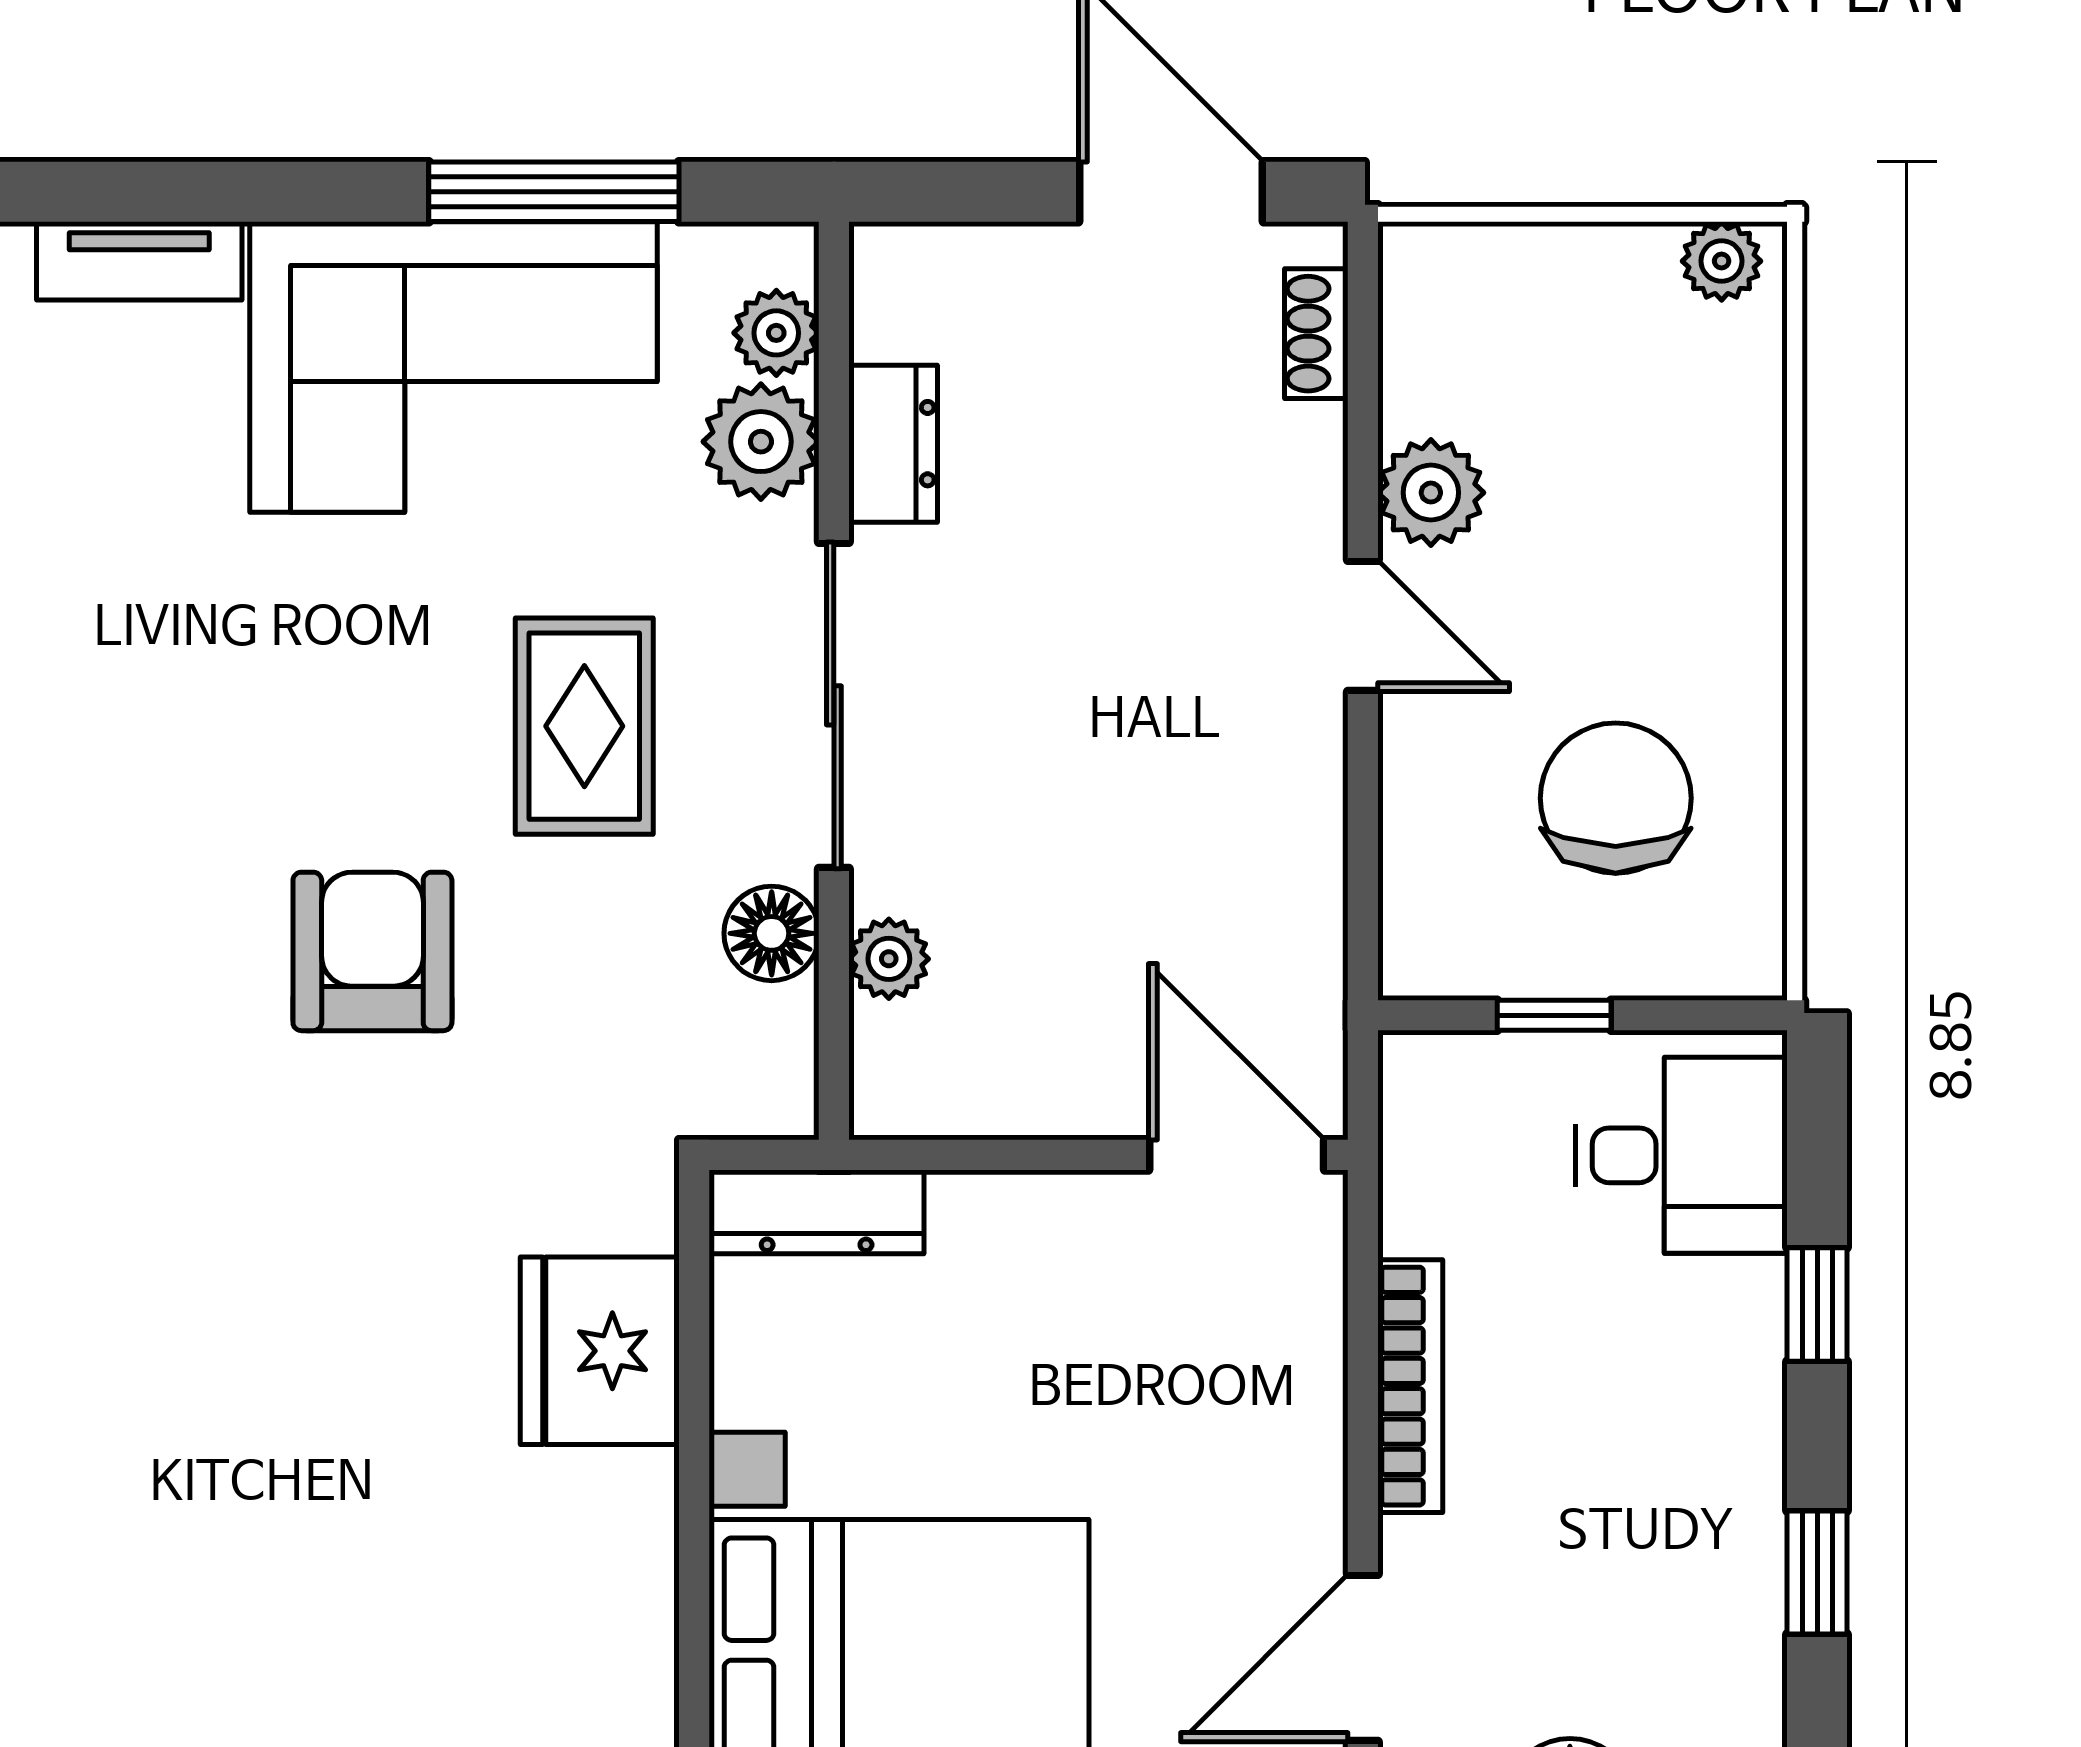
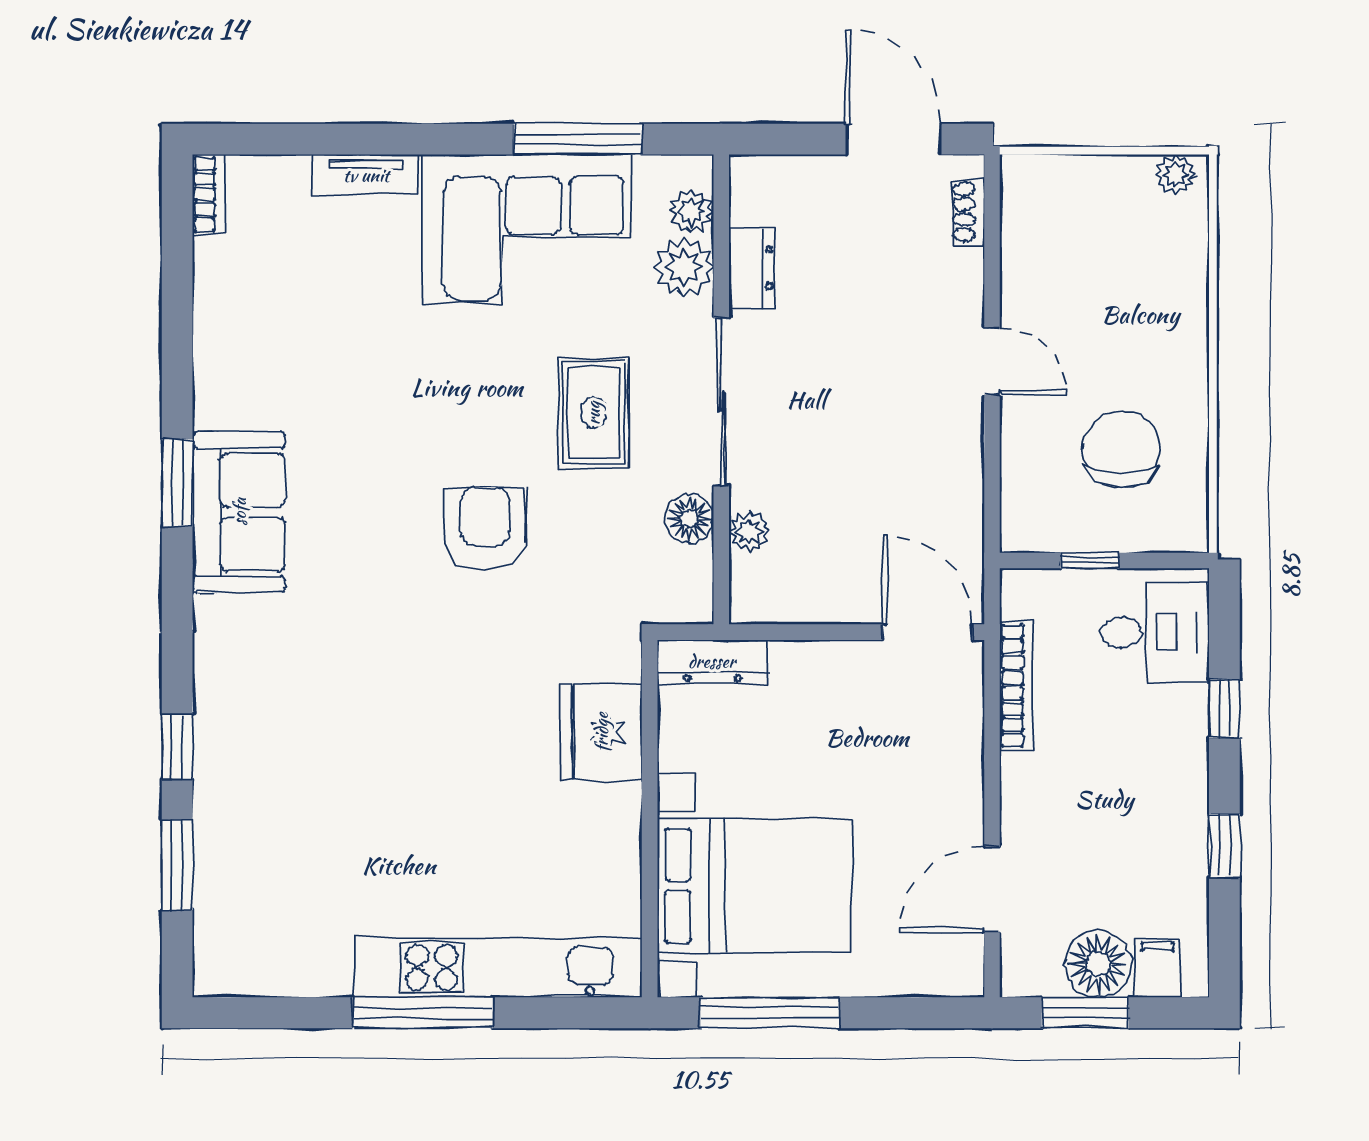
plant: (1431, 493) -> (1027, 293), removed
bookcase: (1410, 1386) -> (1016, 686), moved

